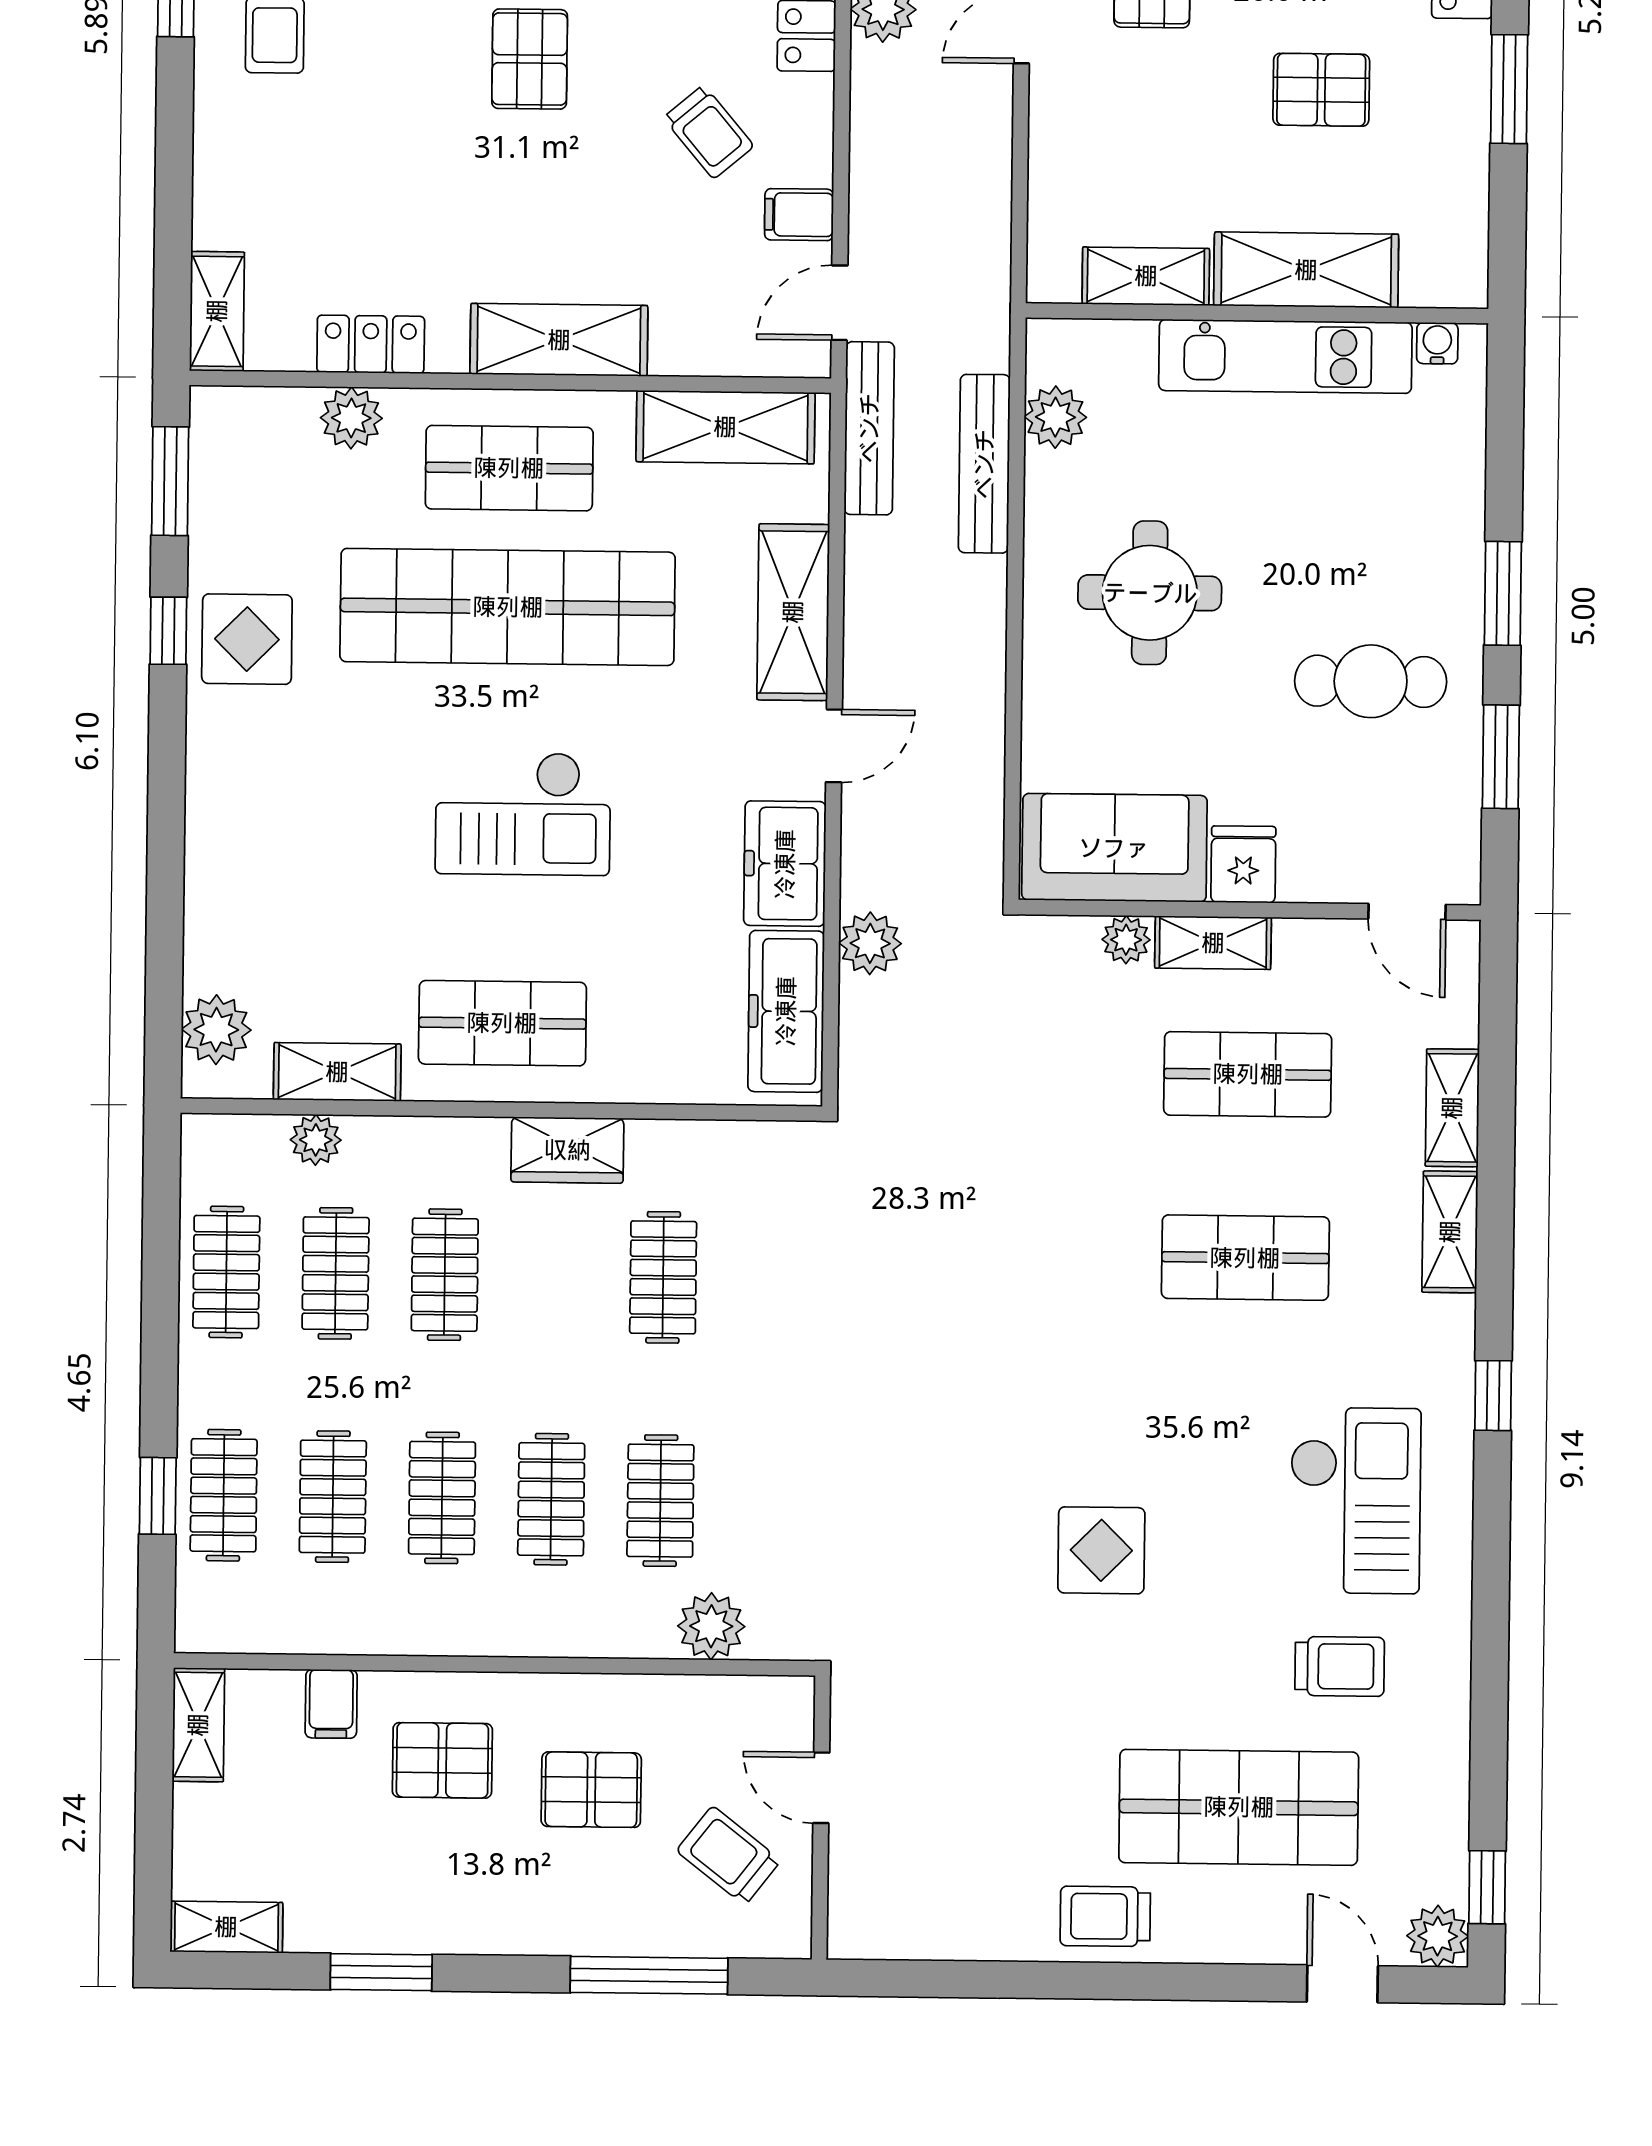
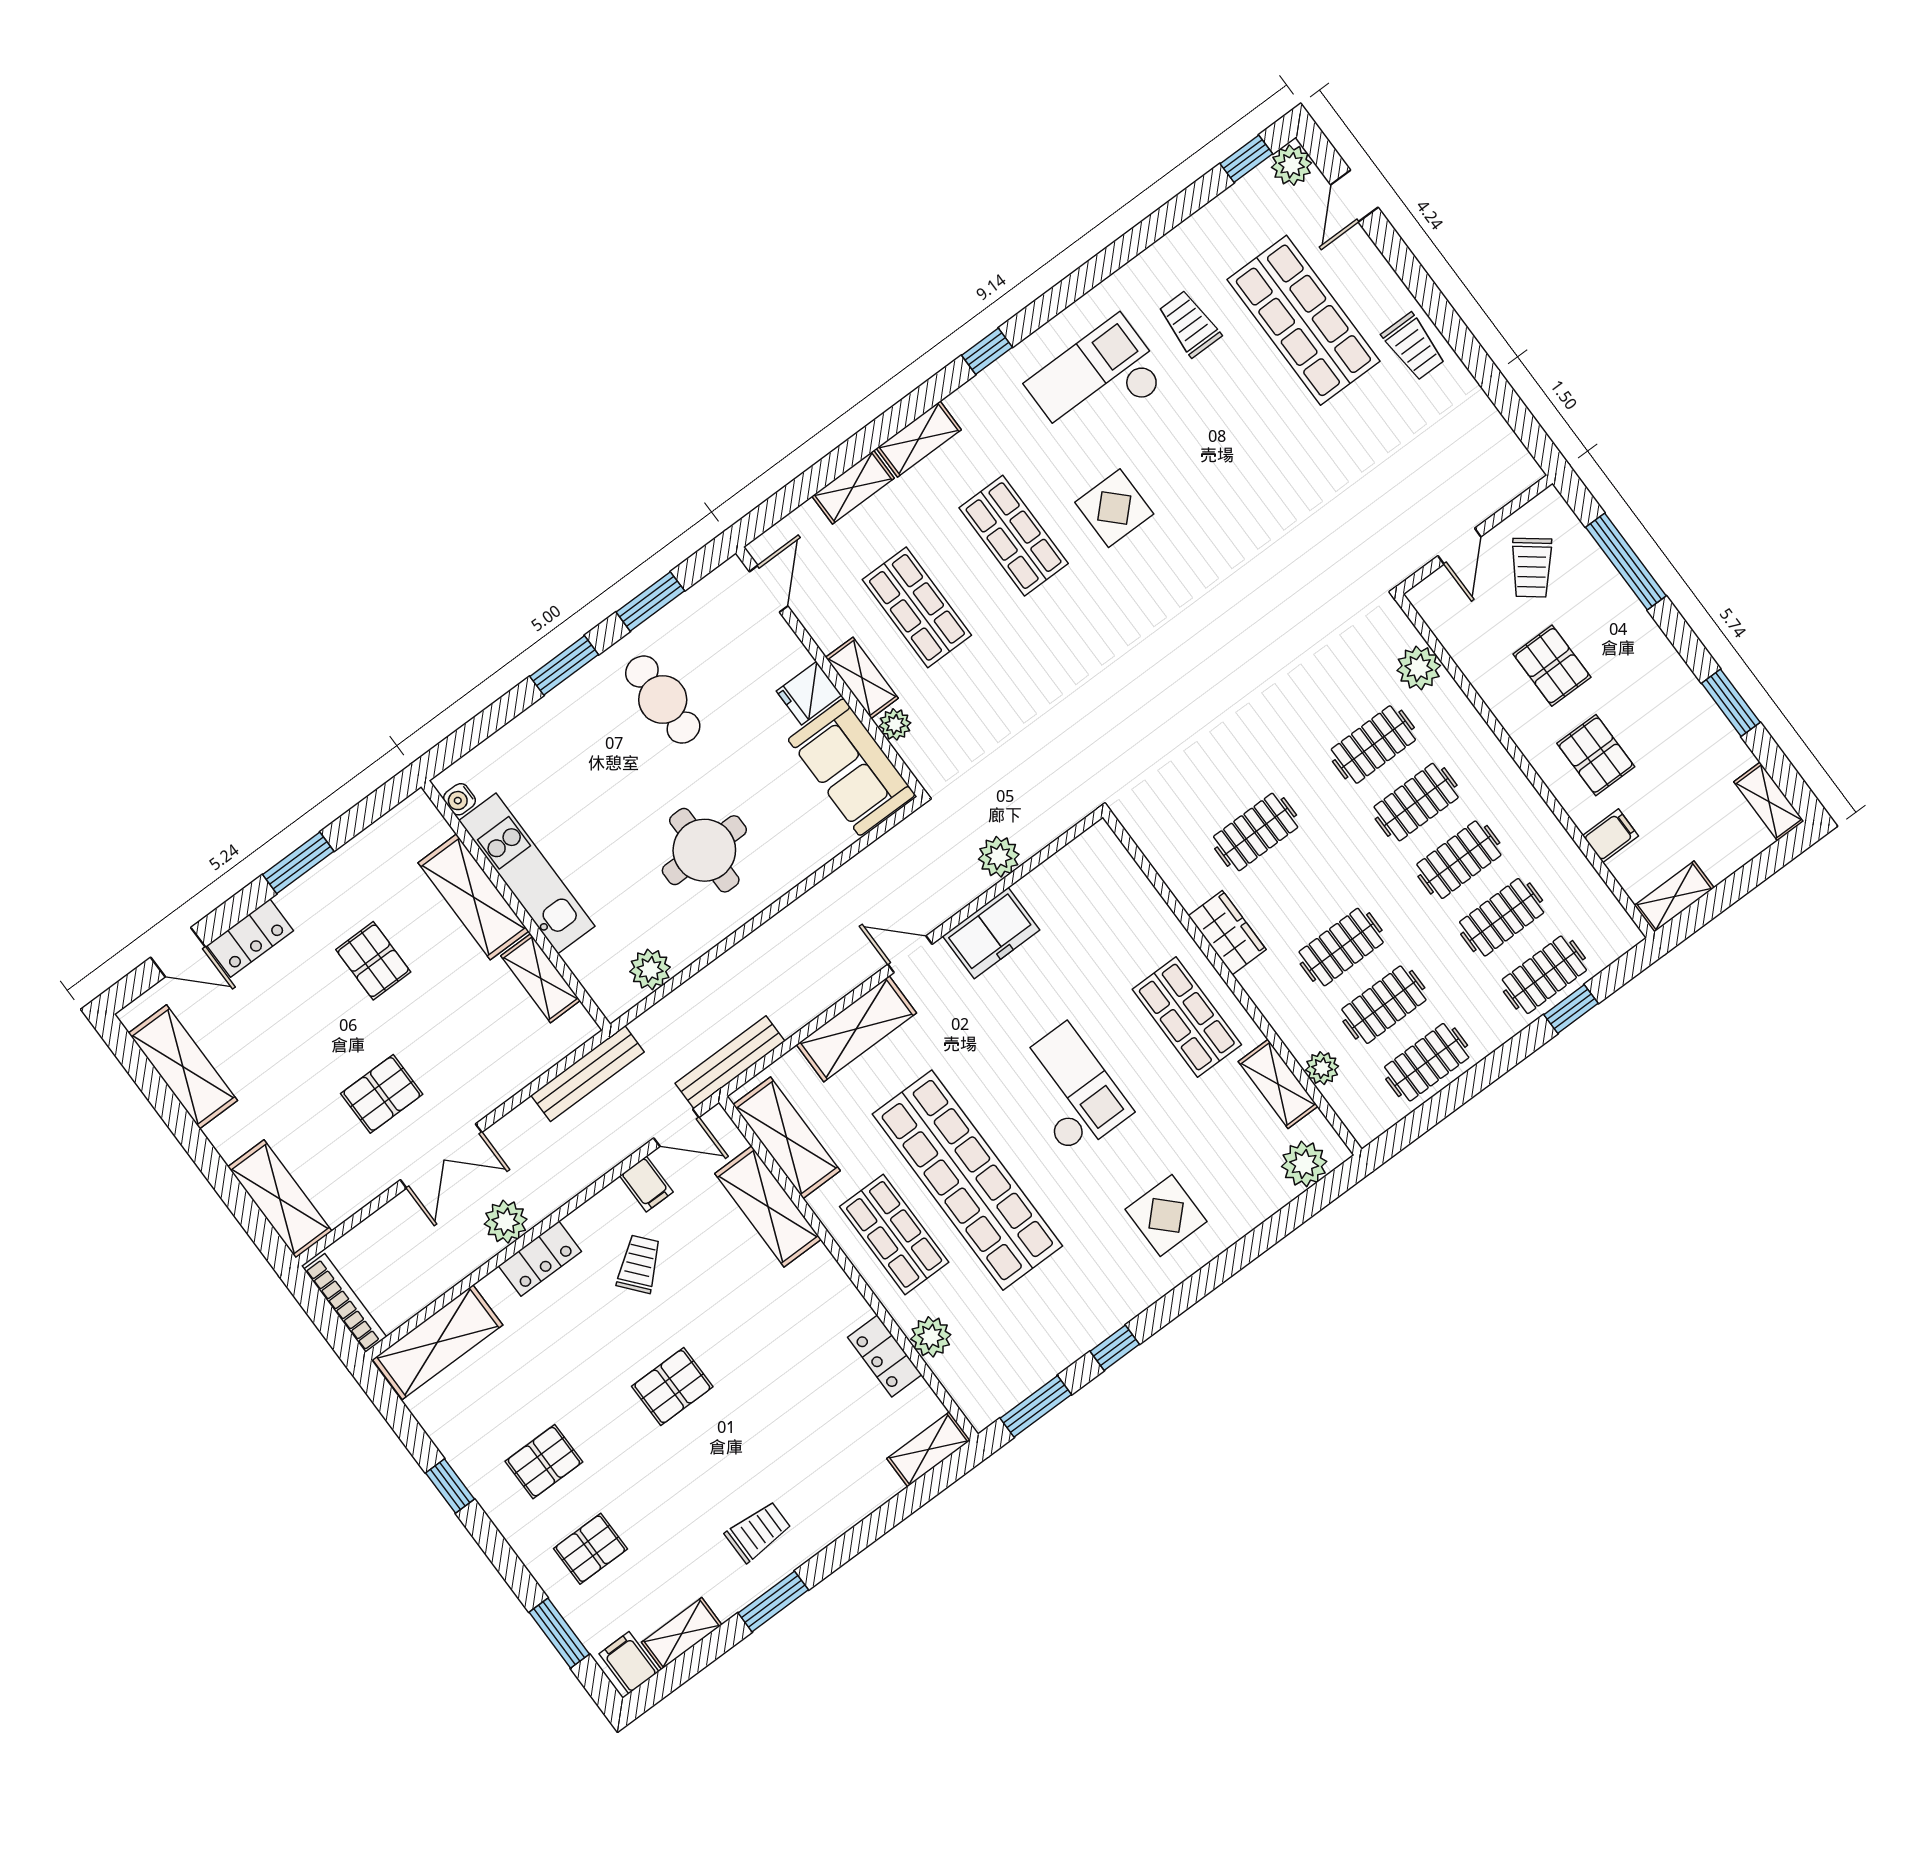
shelving: (559, 340) -> (768, 1207), moved
bench: (984, 464) -> (588, 1074), moved
display table: (247, 639) -> (1166, 1215), moved
freezer: (786, 1011) -> (1068, 874), removed
display table: (1101, 1550) -> (1114, 508), moved

